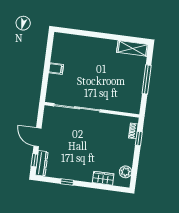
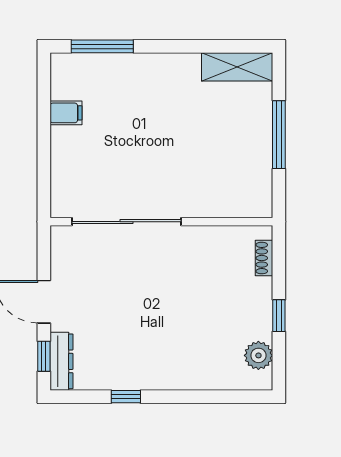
window: (77, 32) -> (102, 46), added
filing cabinet: (56, 69) -> (66, 113), moved
window: (139, 138) -> (279, 316), moved
wardrobe: (103, 178) -> (208, 377), removed

